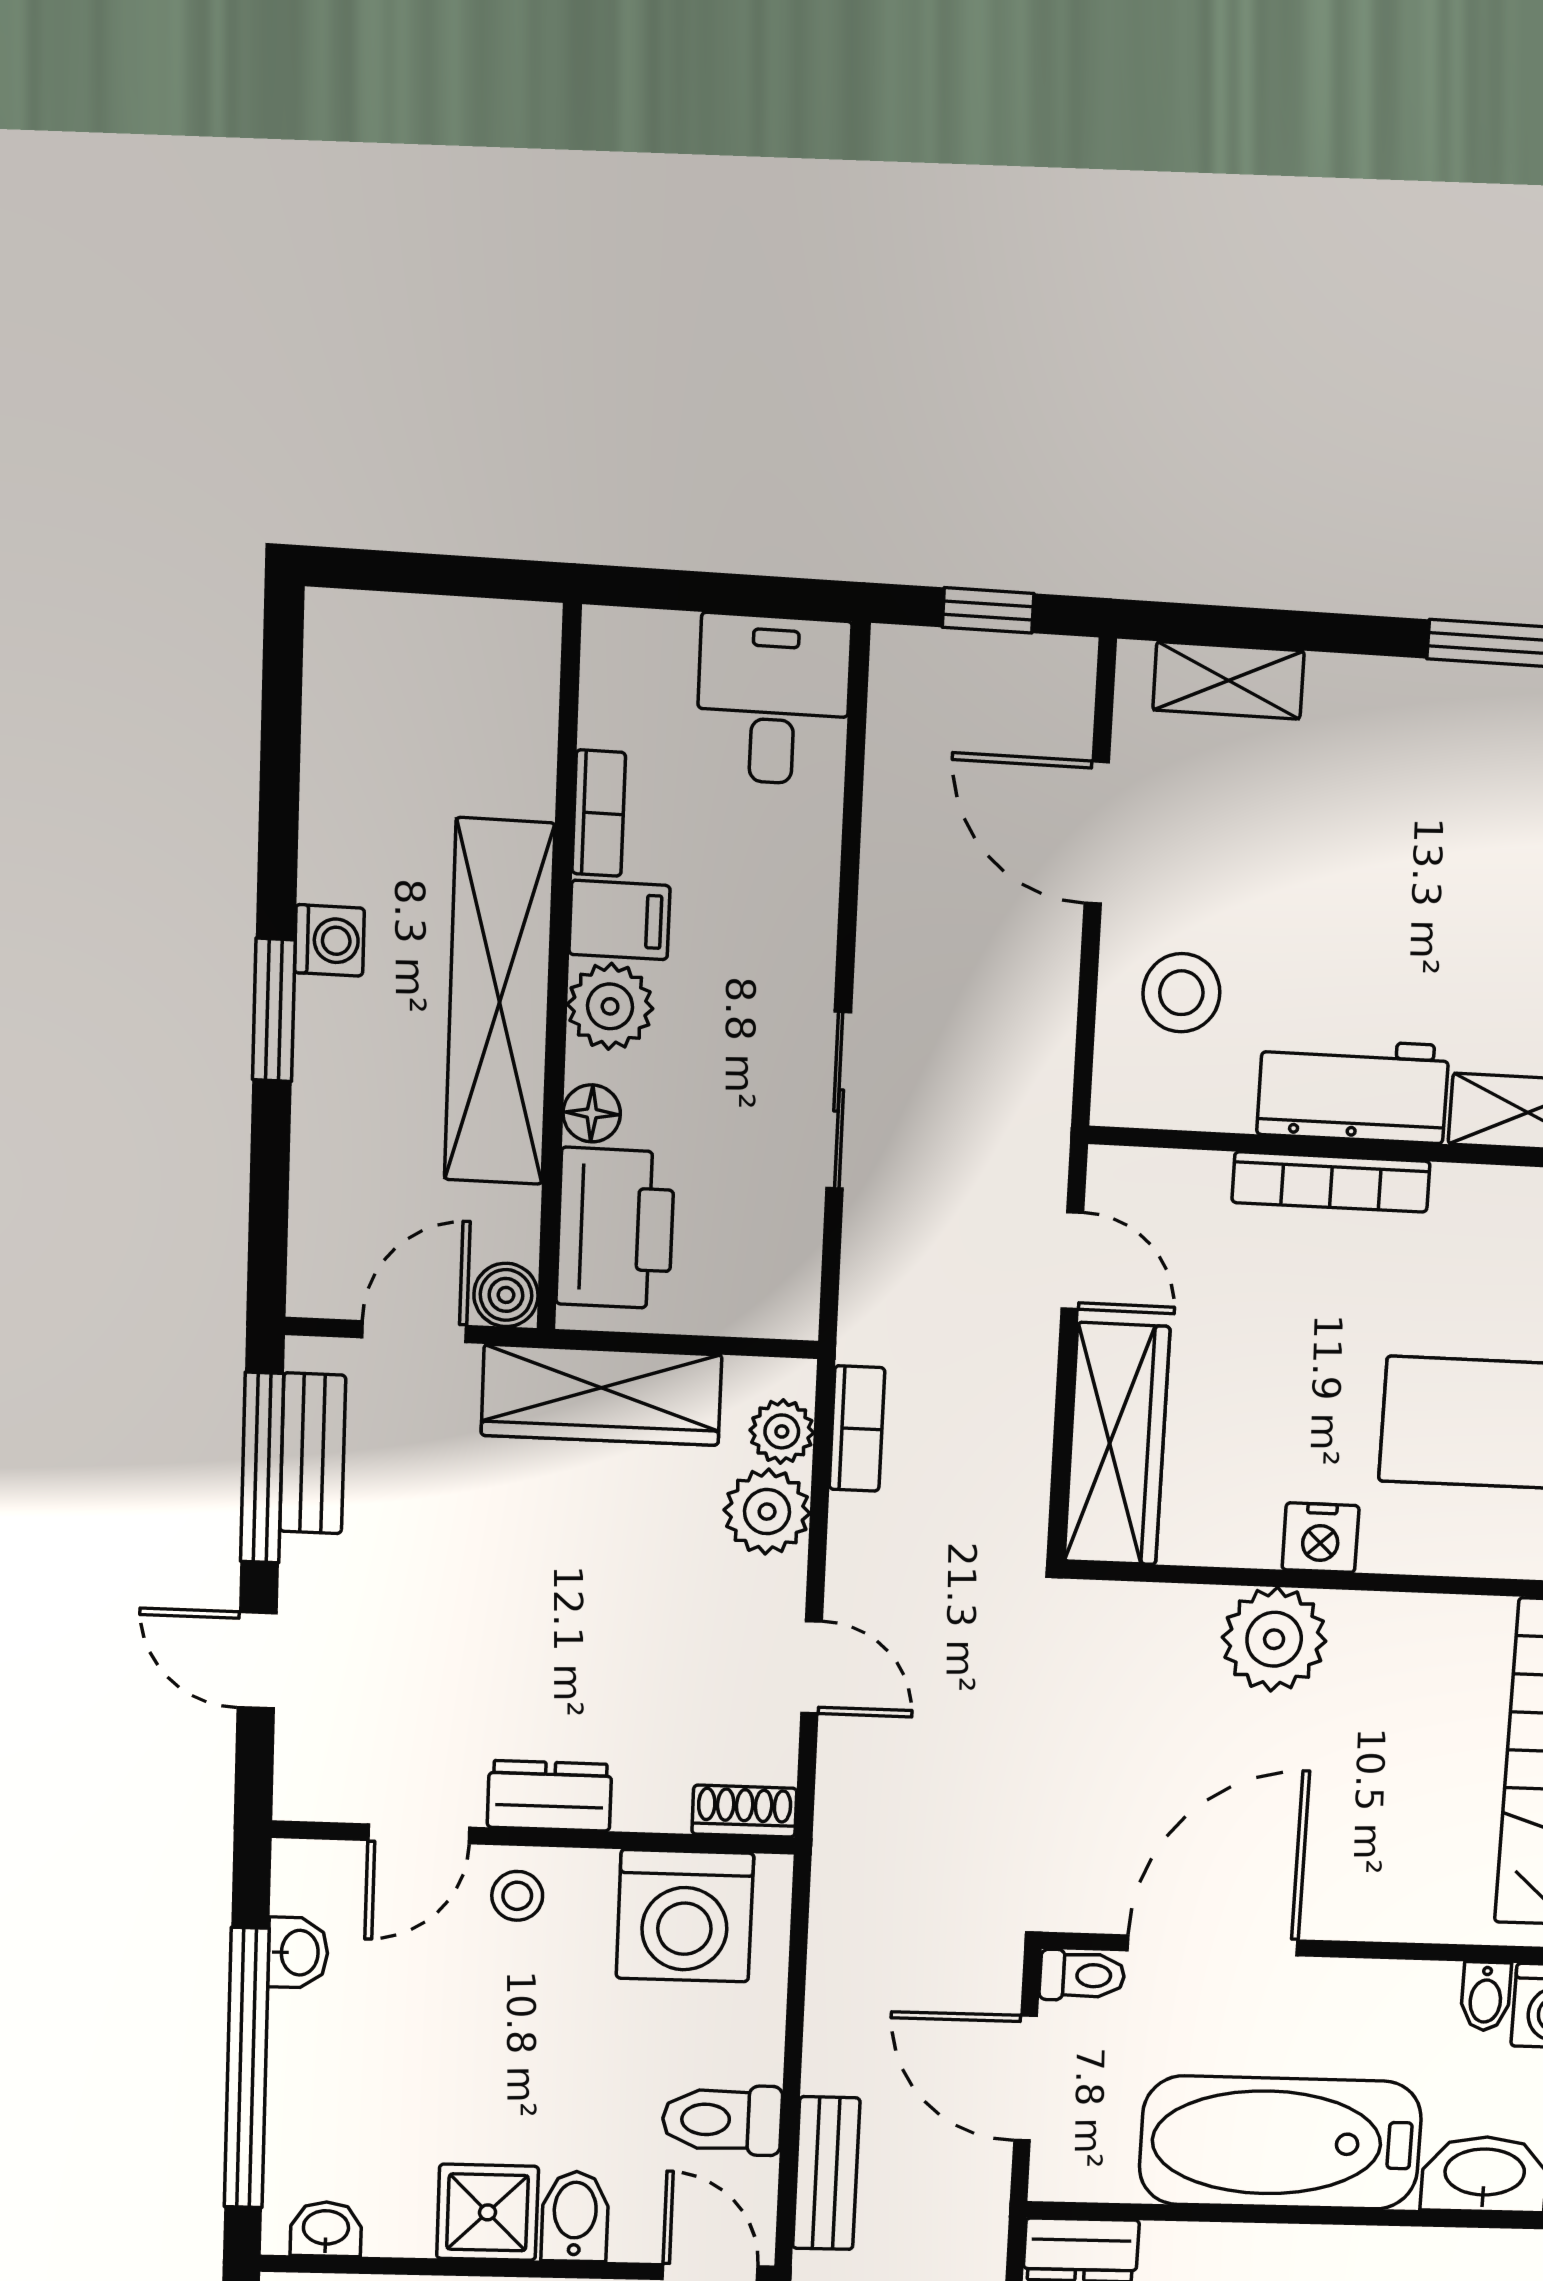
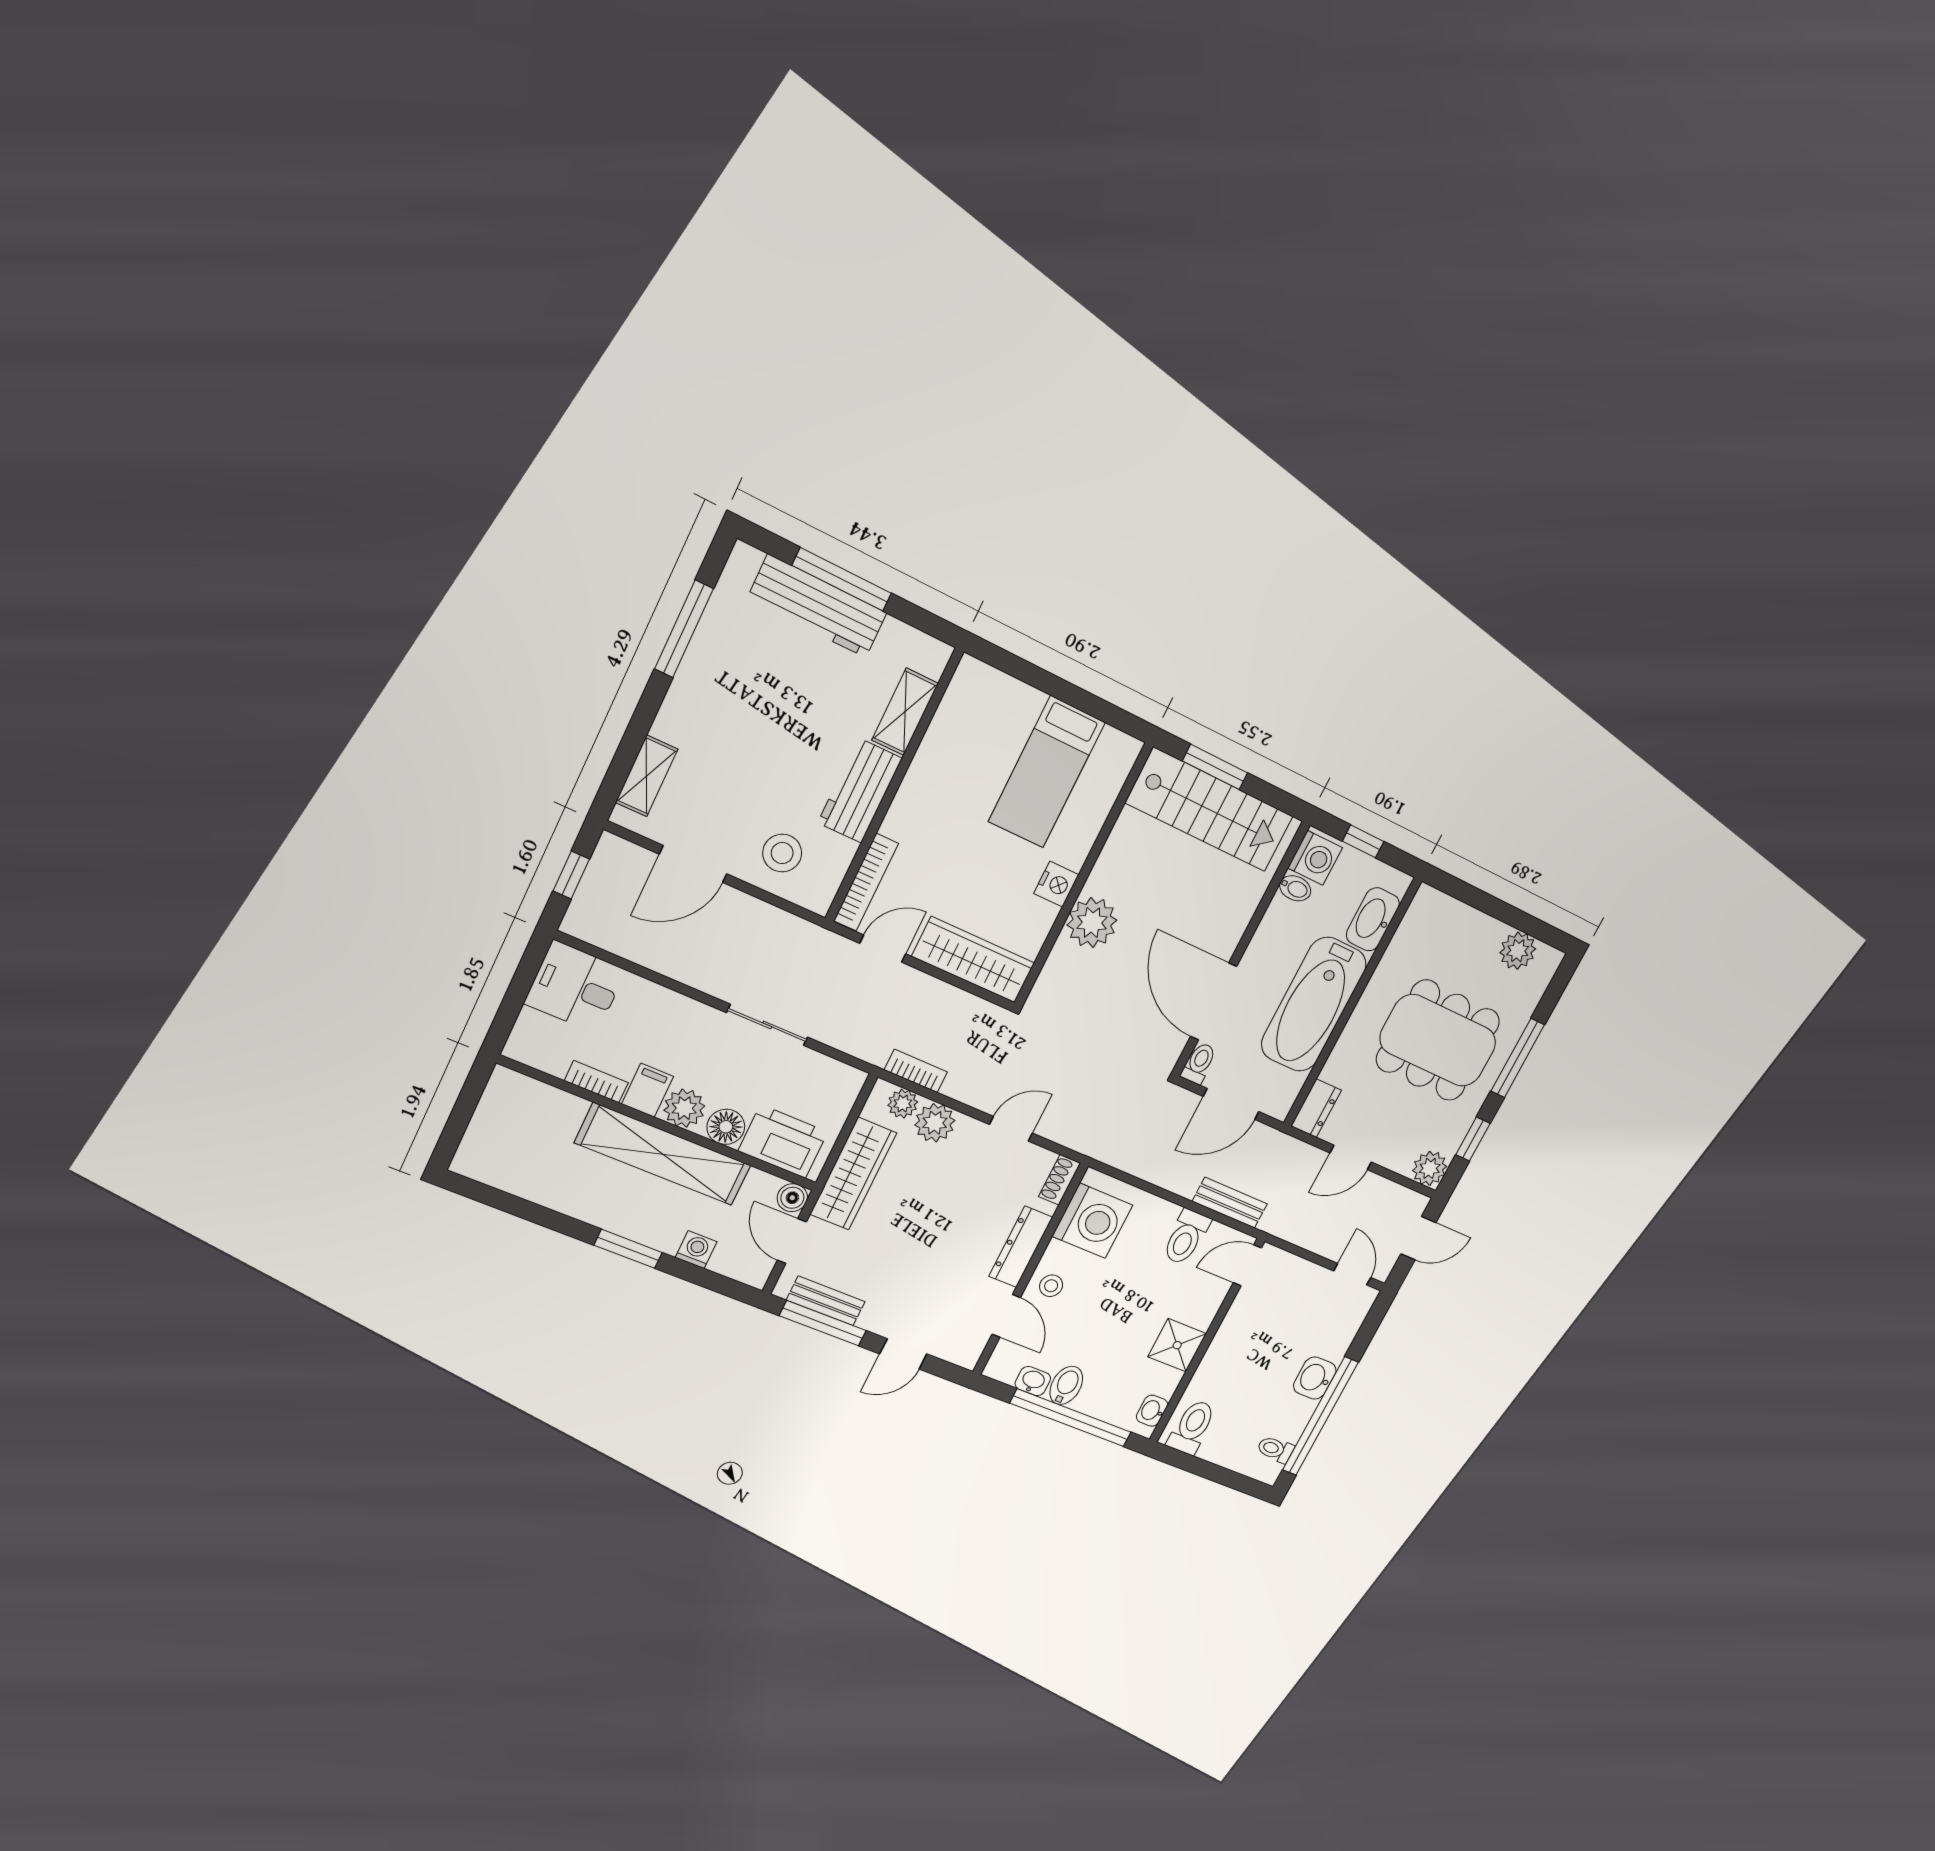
washing machine: (329, 940) -> (696, 1250), moved
floor lamp: (592, 1113) -> (726, 1127), width x1.37, depth x1.37
bookcase: (1331, 1182) -> (866, 882), moved
dresser: (550, 1796) -> (1021, 1247), width x1.44
bidet: (575, 2216) -> (1066, 1385), moved, turned 90

